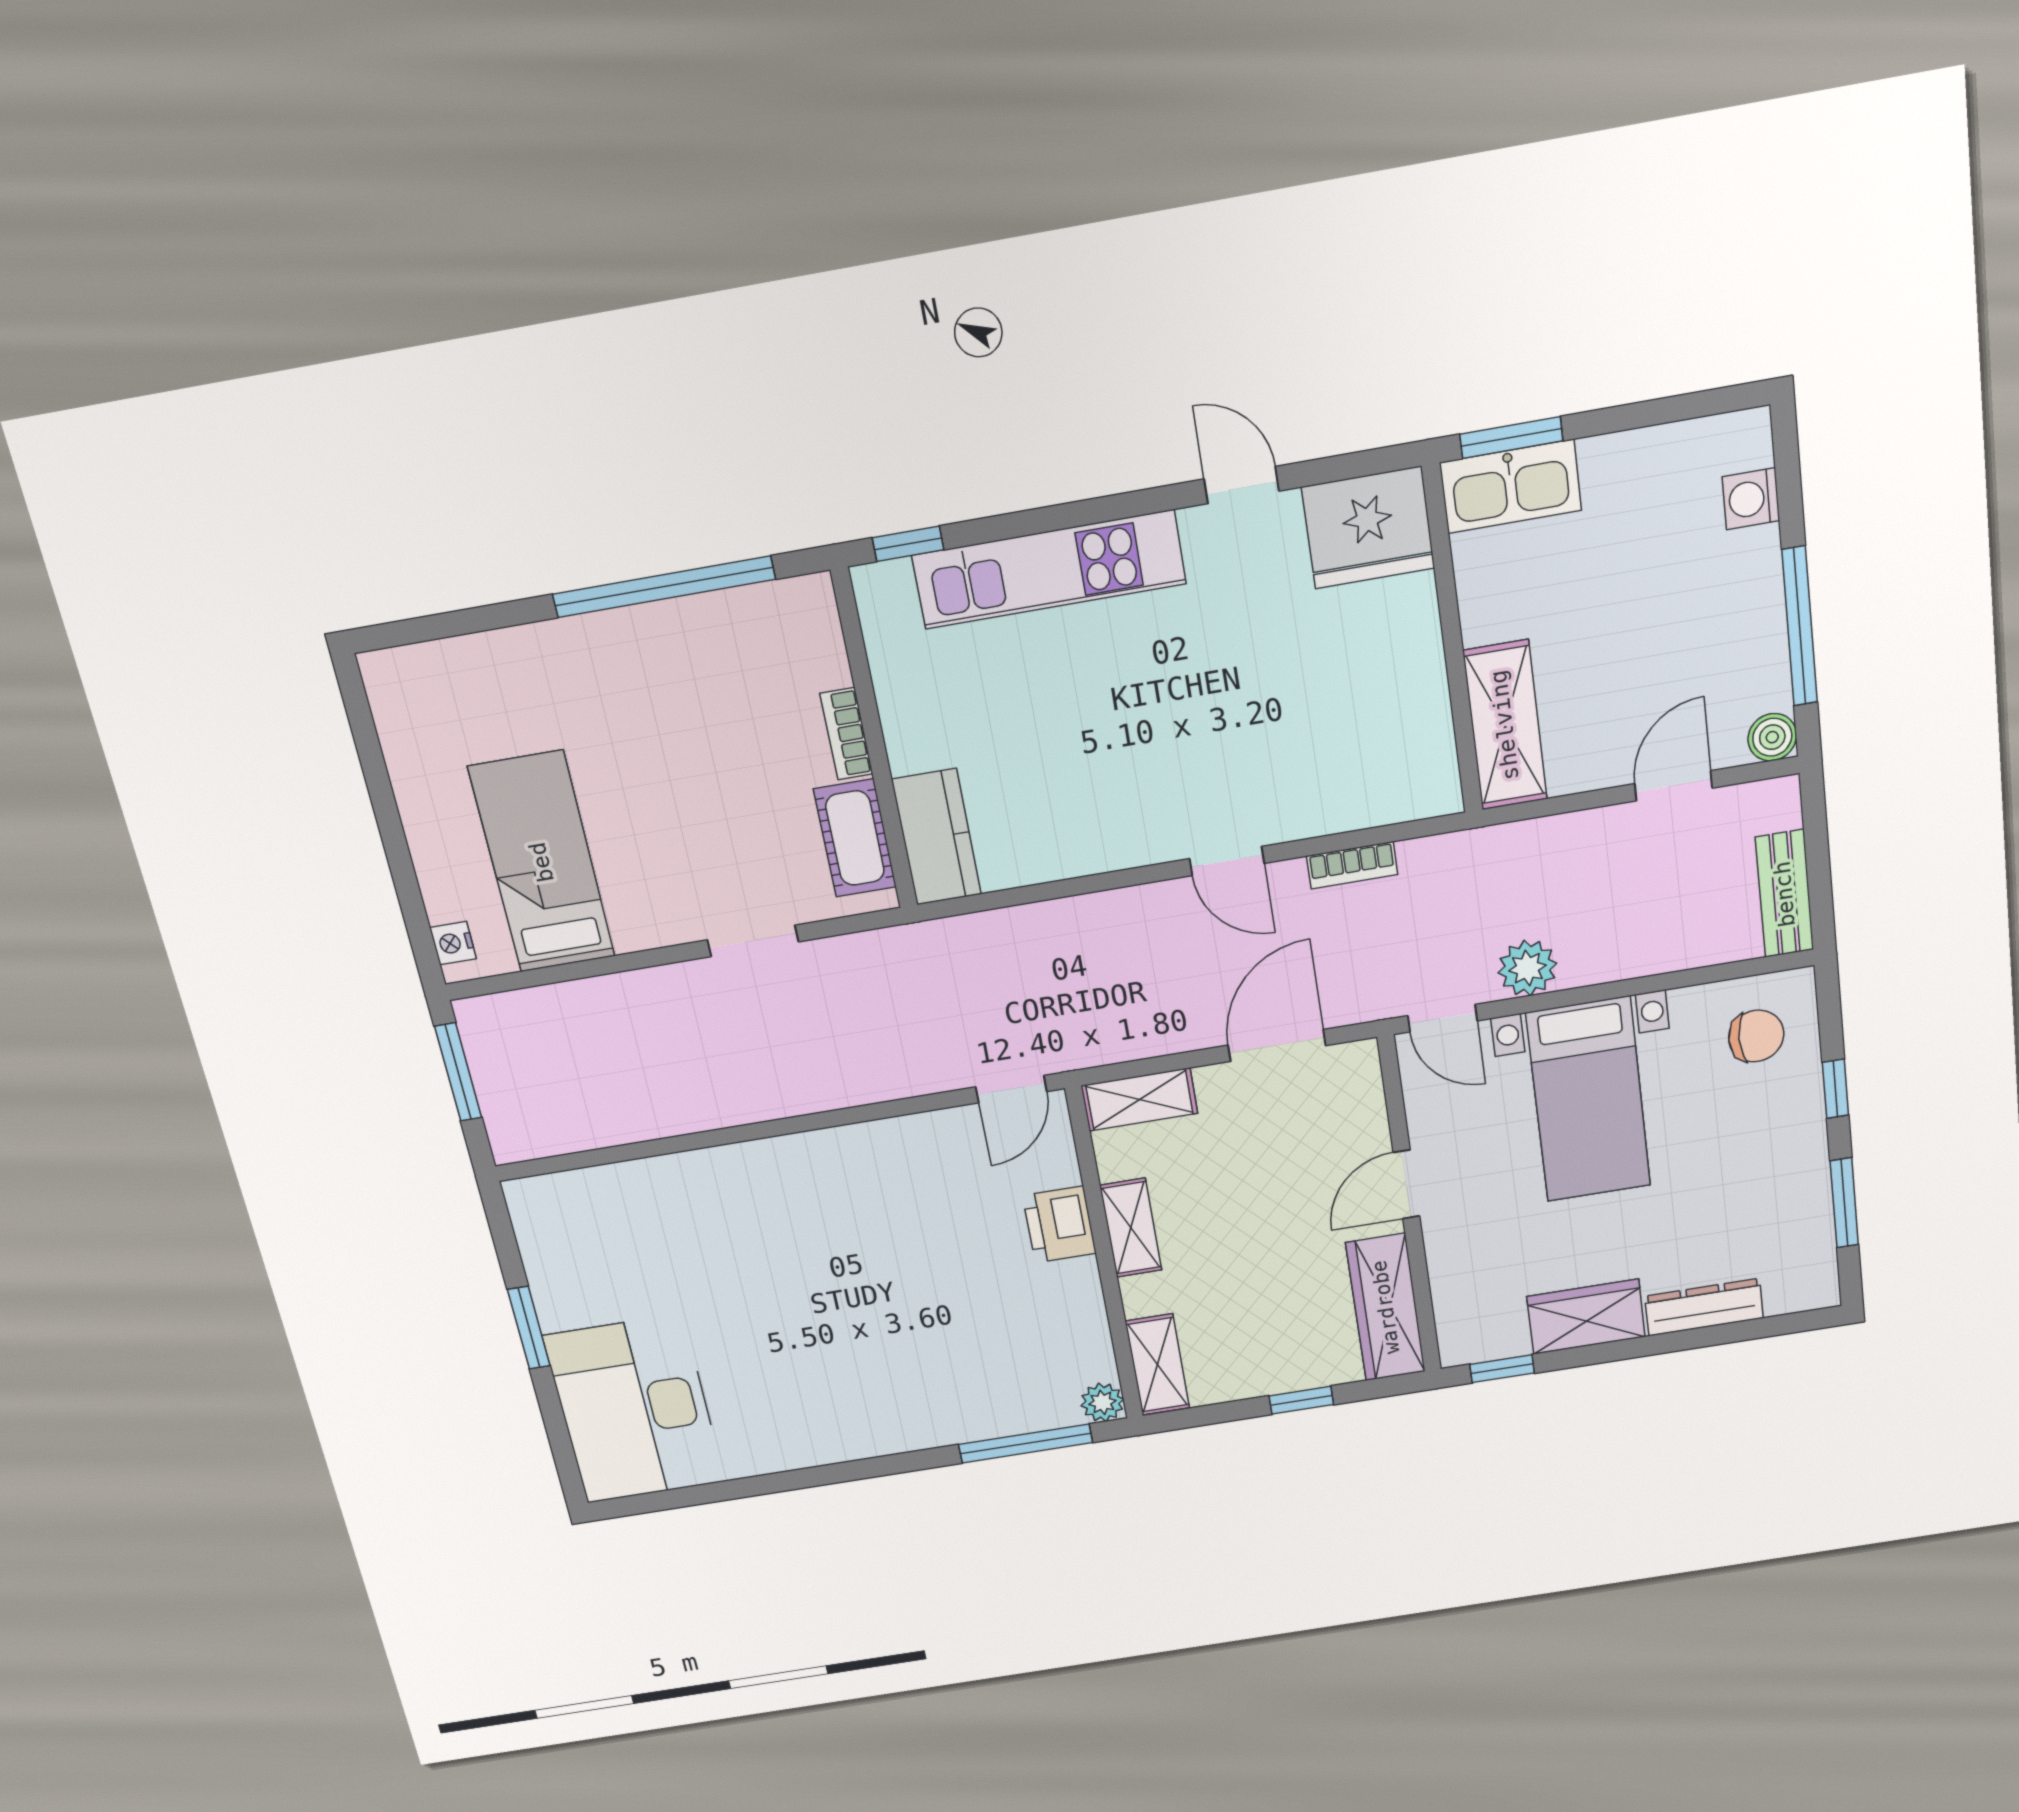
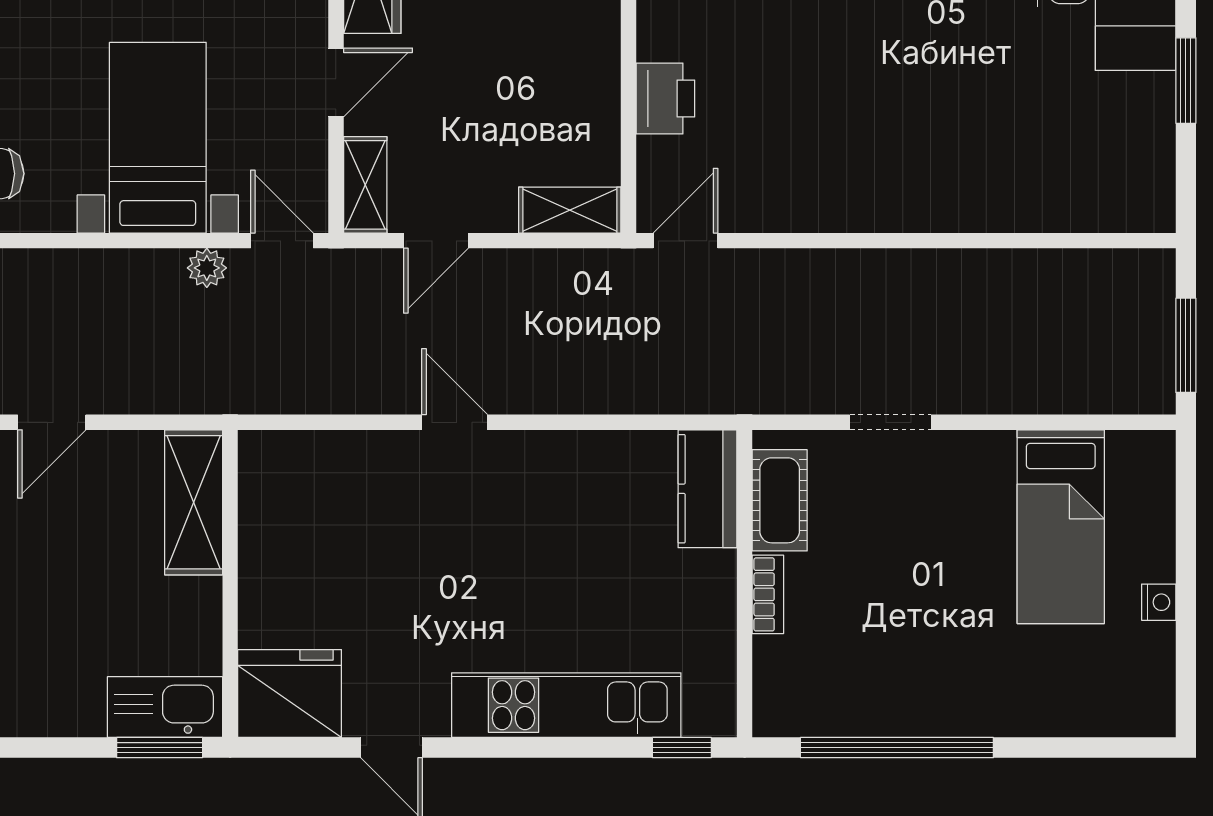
bookcase: (1352, 865) -> (344, 399), removed
nightstand: (453, 943) -> (1159, 602), moved
plant: (1527, 968) -> (207, 268), width x0.73, depth x0.73
door: (1277, 1045) -> (436, 241), width x0.73
shelving: (1131, 1228) -> (365, 185), moved

